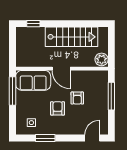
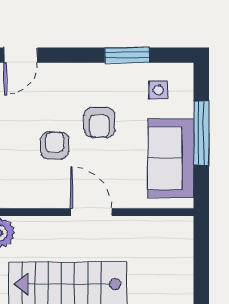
sofa: (33, 80) -> (171, 158), moved, turned -90
window: (12, 91) -> (201, 133), moved

